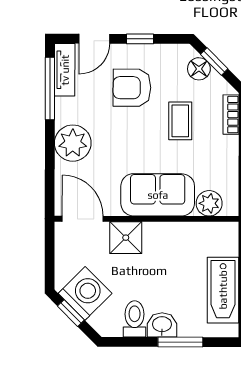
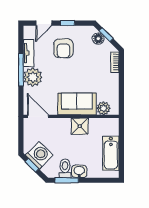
tv unit: (65, 70) -> (29, 53), moved
armchair: (132, 88) -> (63, 48), turned -90
window: (50, 89) -> (21, 70), moved
coffee table: (180, 121) -> (89, 66), removed
shower: (126, 238) -> (80, 126), moved
window: (180, 342) -> (67, 180), moved

